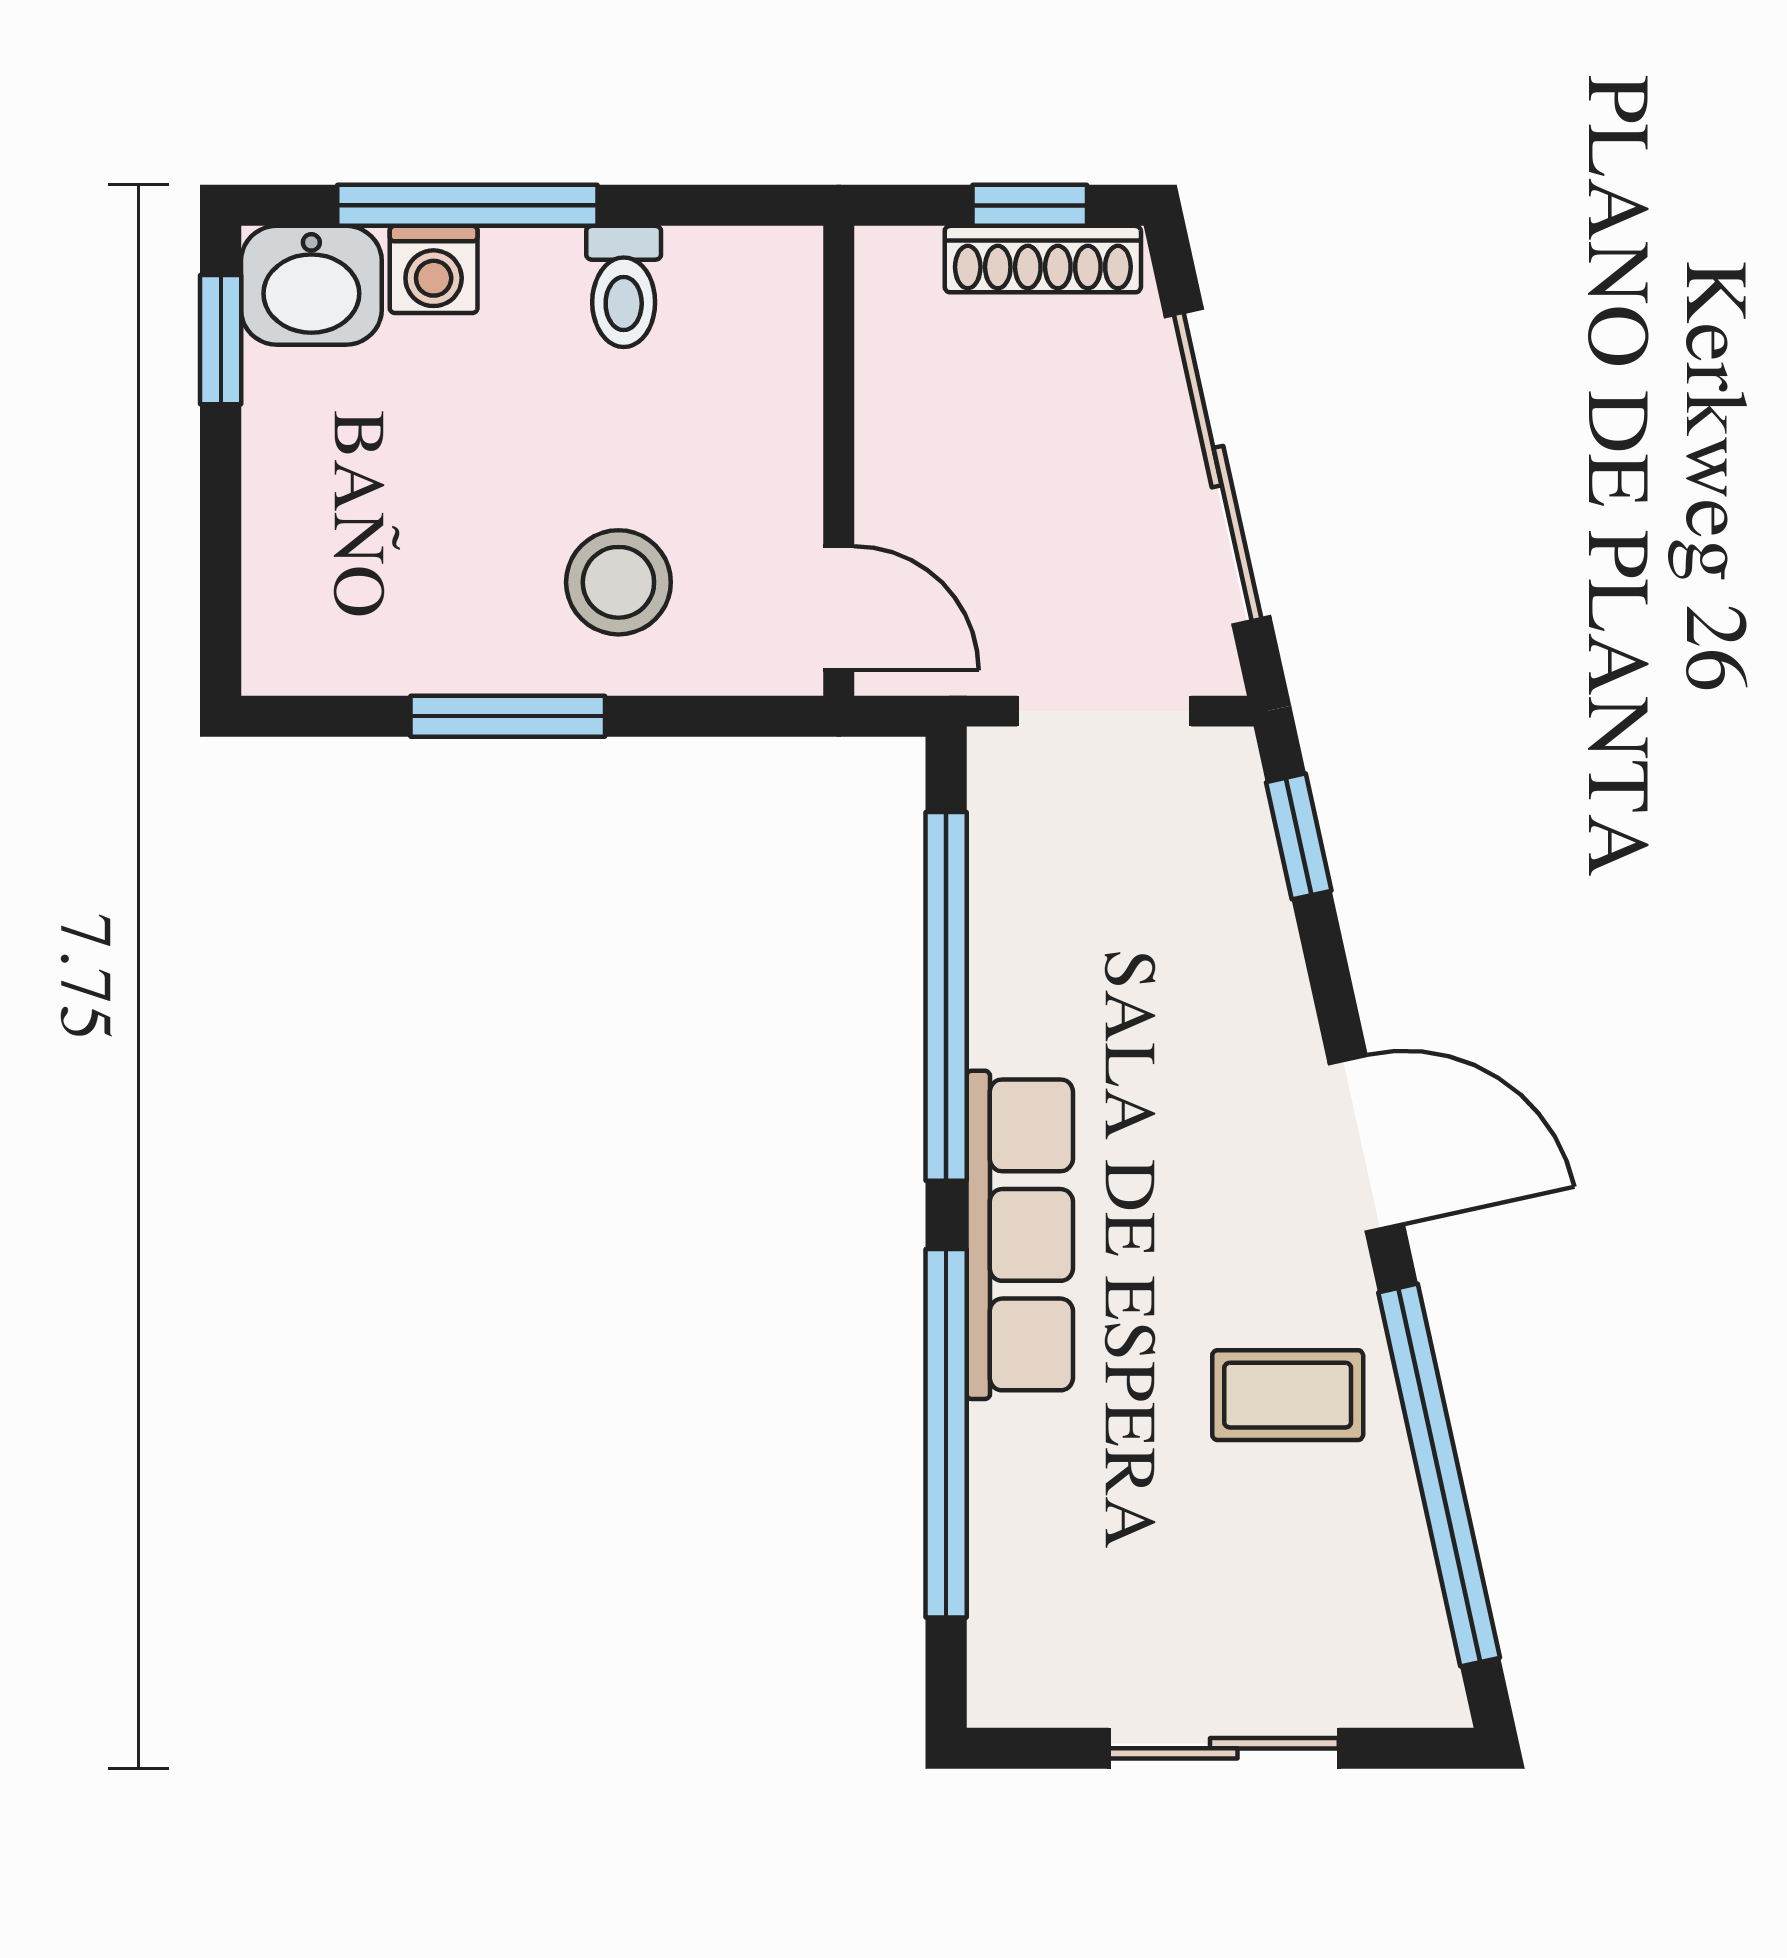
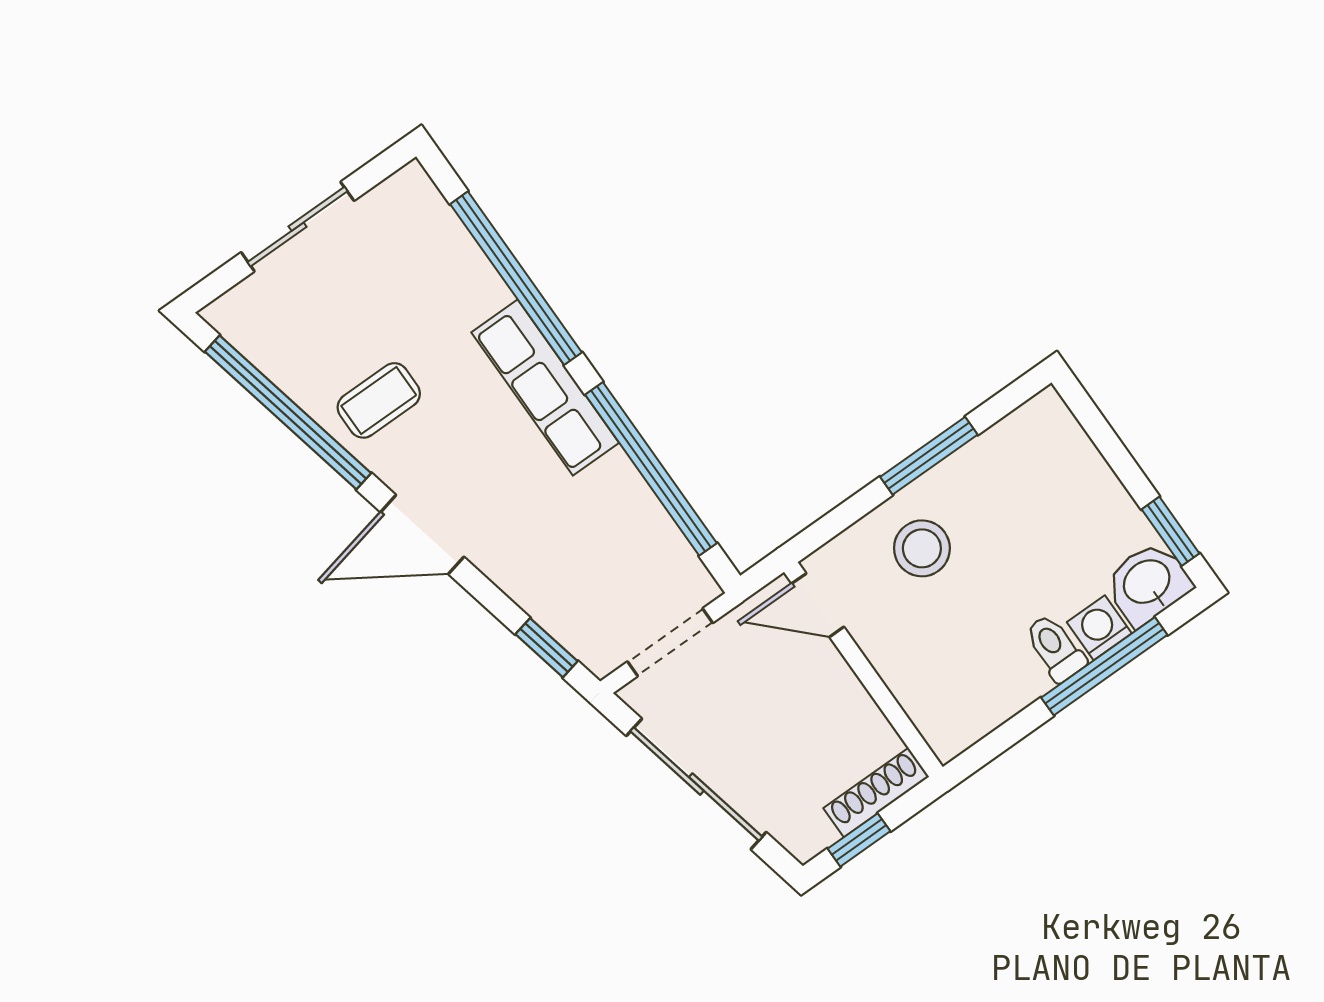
shoe rack: (1043, 259) -> (876, 793), moved
toilet: (624, 286) -> (1055, 648), moved

